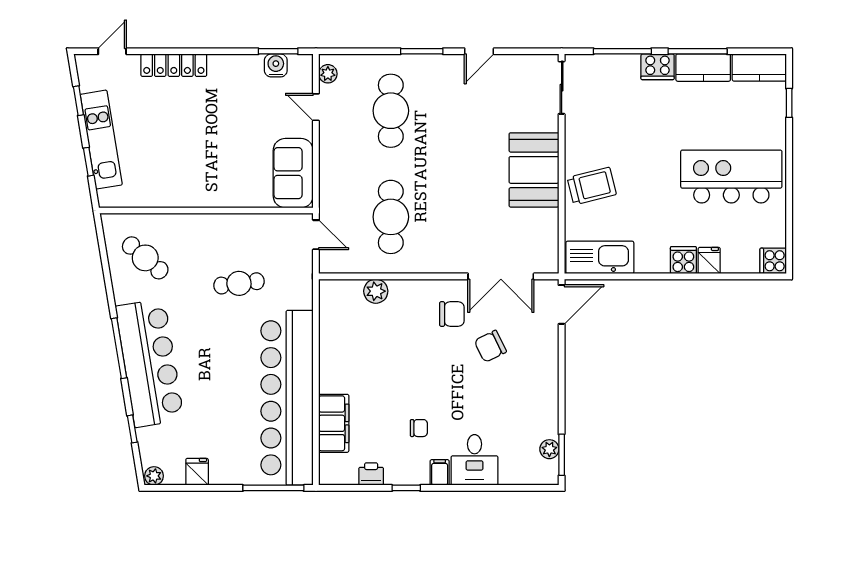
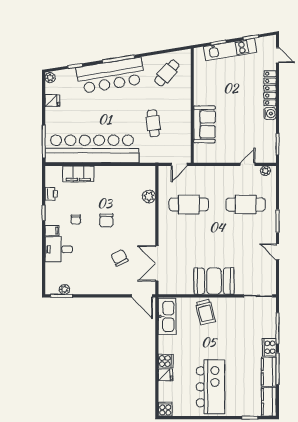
water cooler: (276, 65) -> (270, 114), moved
sofa: (293, 173) -> (204, 124), moved, turned 90
chair: (452, 314) -> (106, 220), moved

